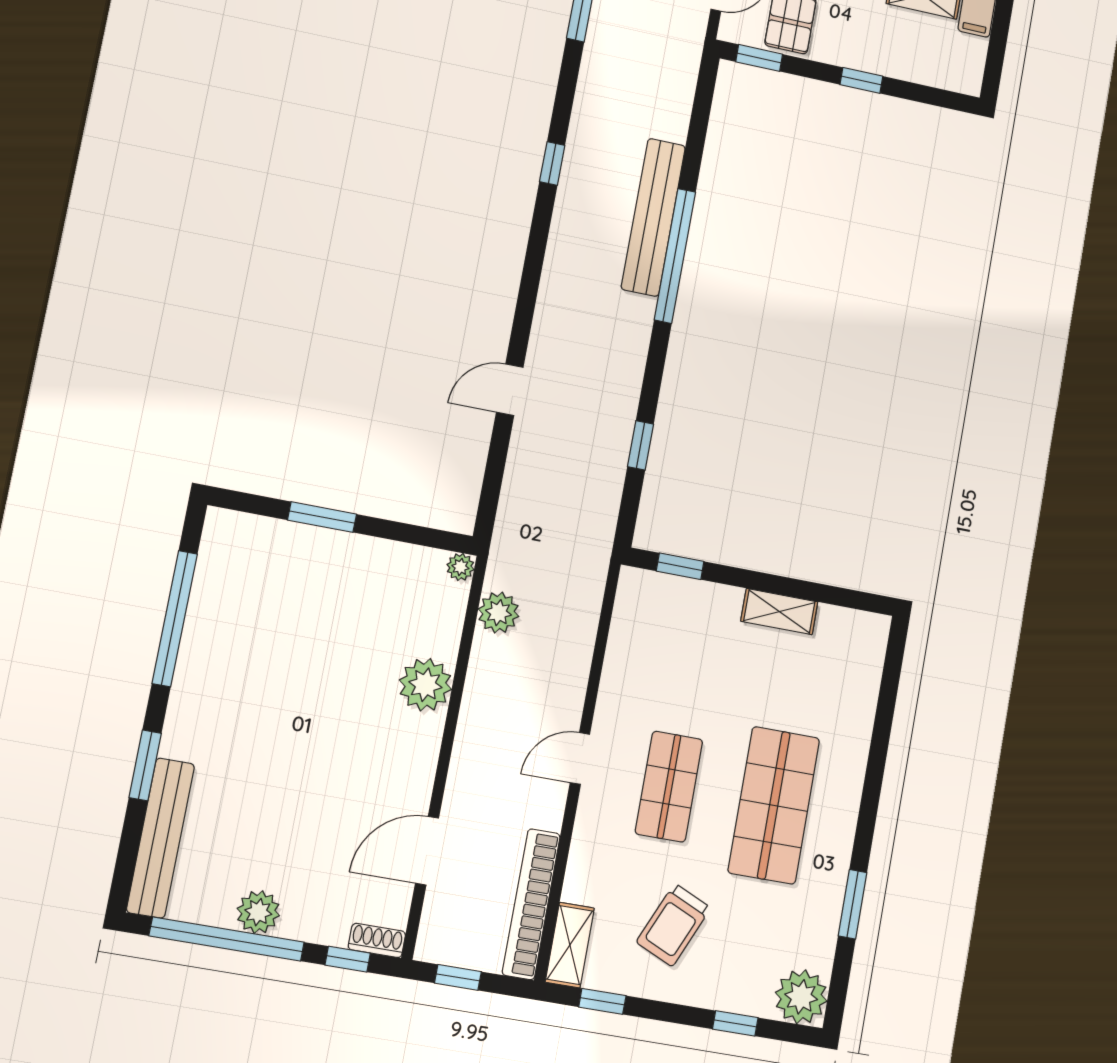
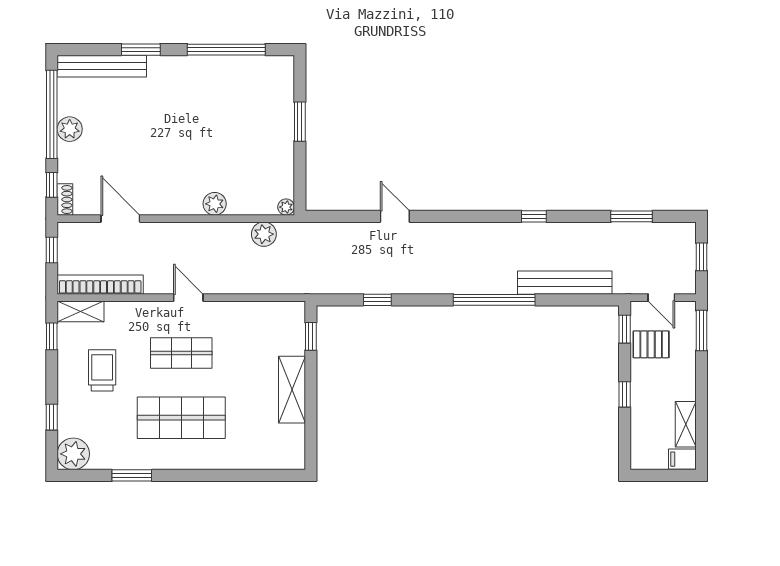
bench: (653, 217) -> (565, 283), moved
shelving: (779, 612) -> (292, 390), width x1.50, depth x1.33
plant: (425, 685) -> (215, 204), width x0.73, depth x0.73
trolley: (673, 925) -> (102, 370), turned 66

